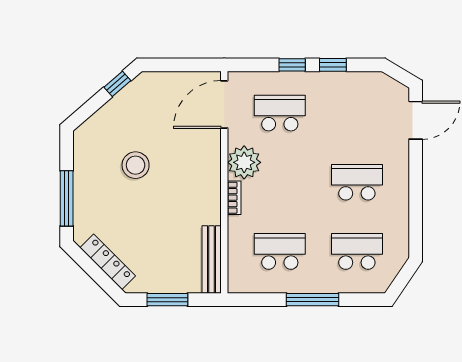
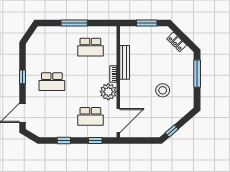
window: (292, 65) -> (95, 140), moved
window: (416, 192) -> (22, 77), added
school desk: (357, 251) -> (52, 47), removed
bench: (212, 259) -> (125, 62), moved
locker: (108, 262) -> (177, 42), width x0.66

